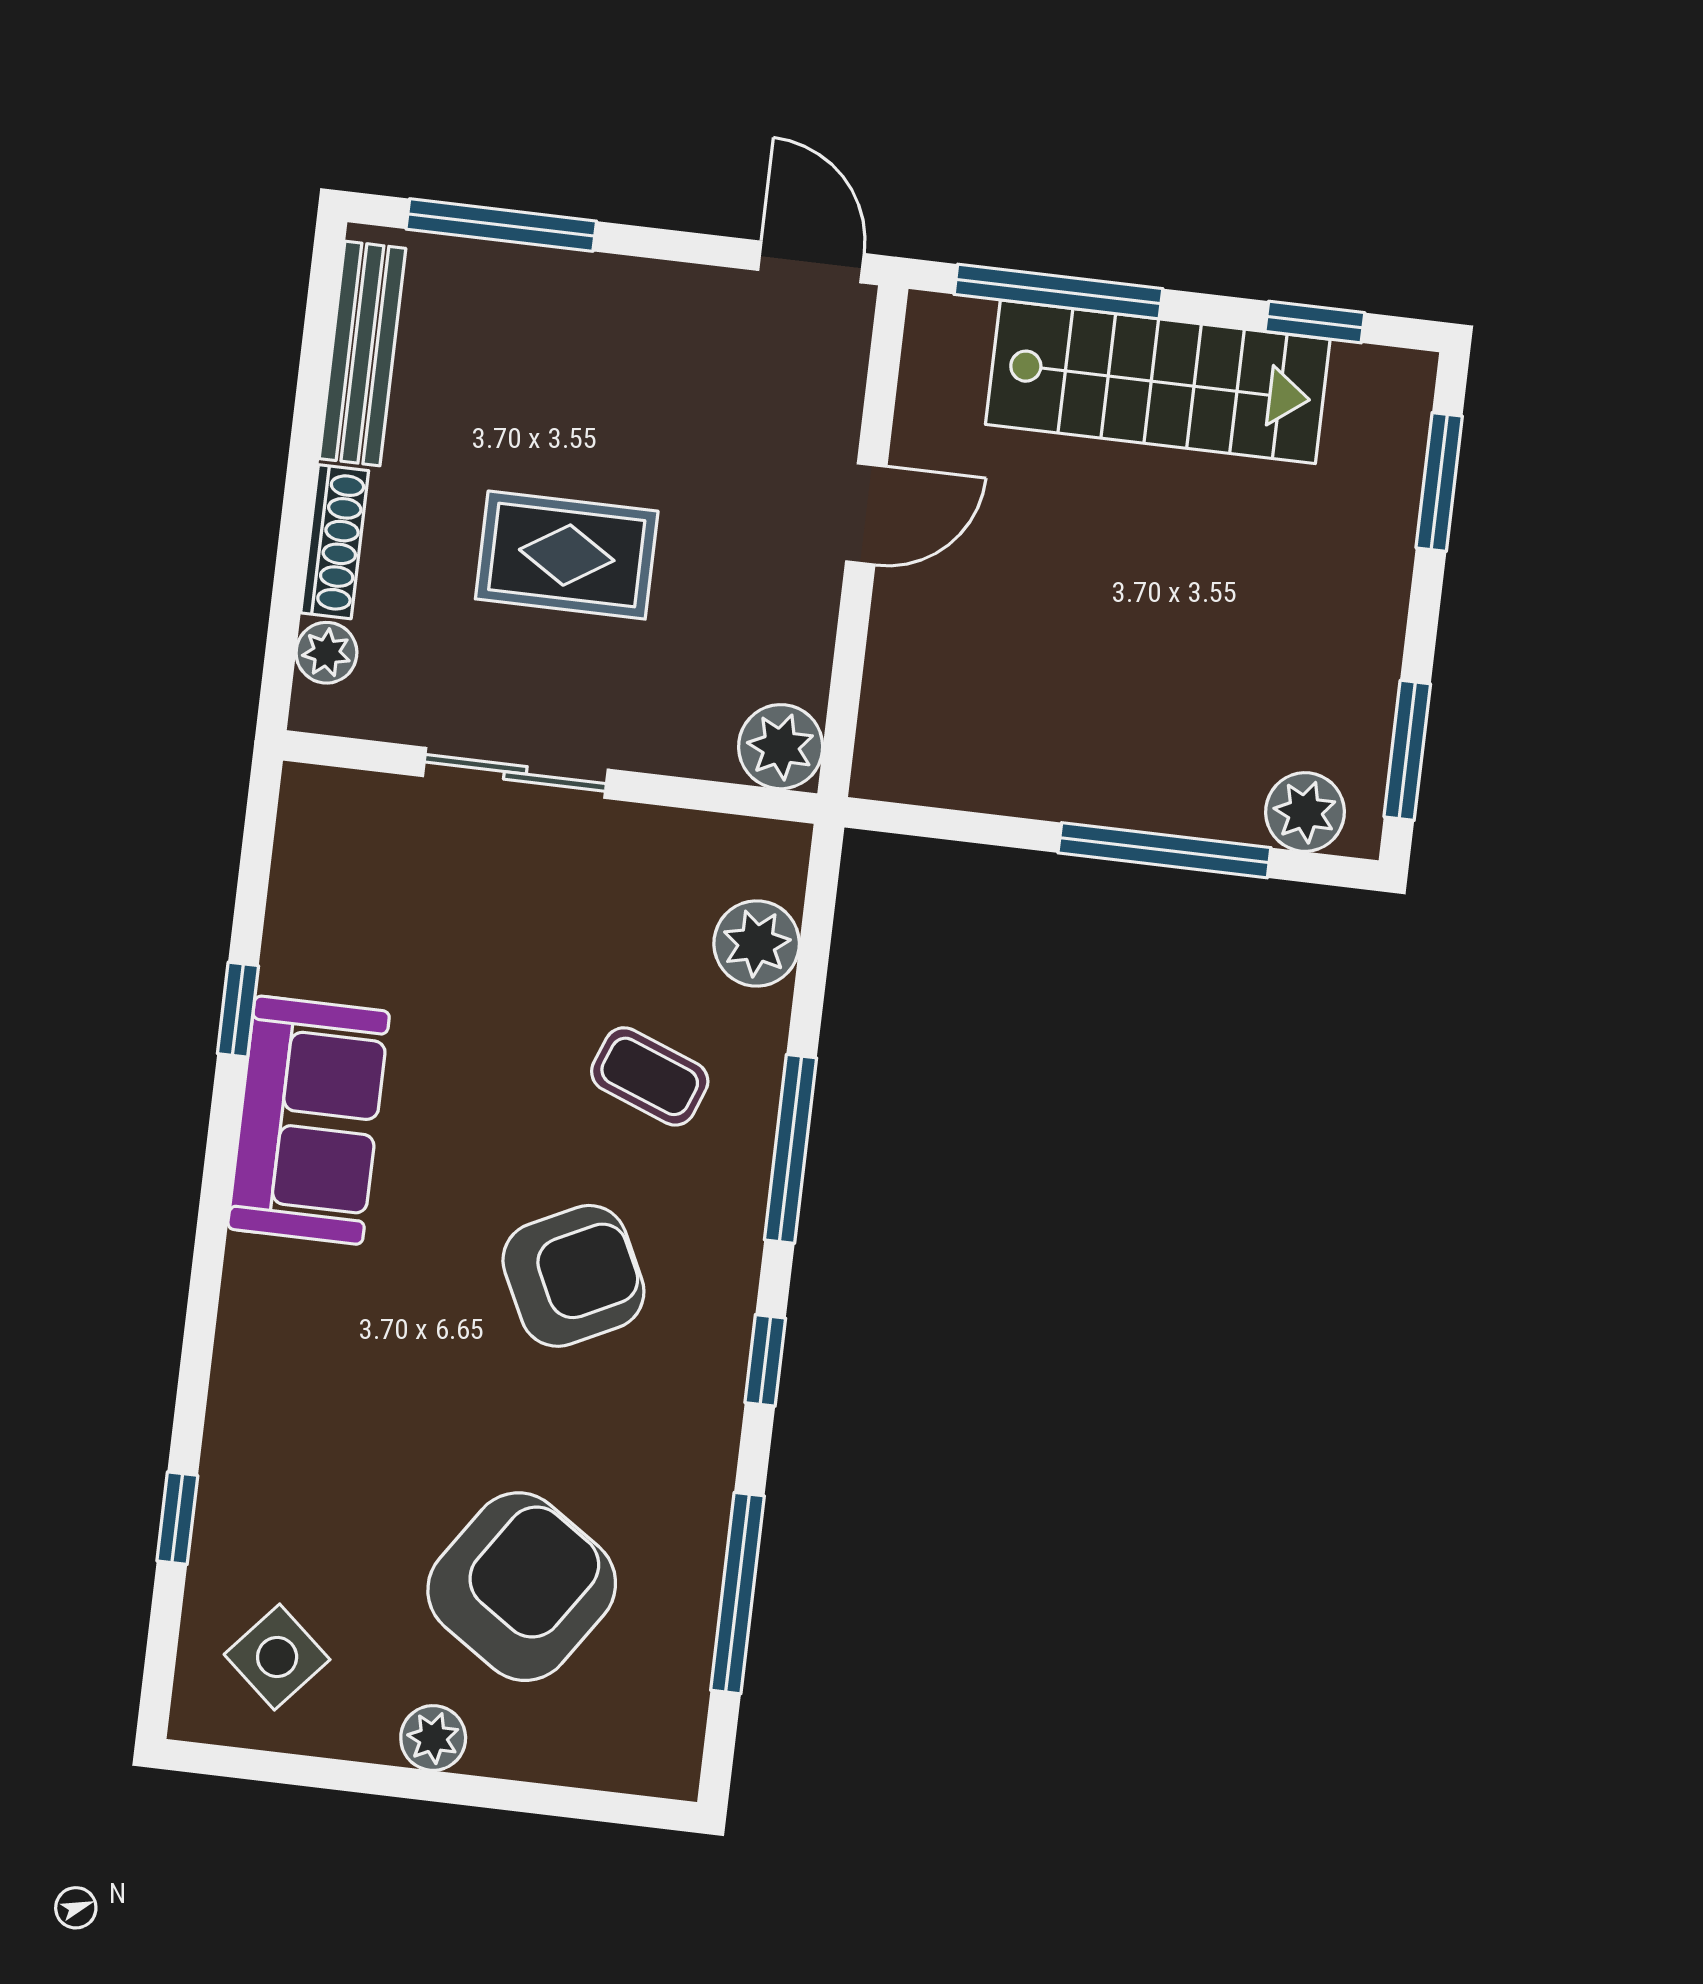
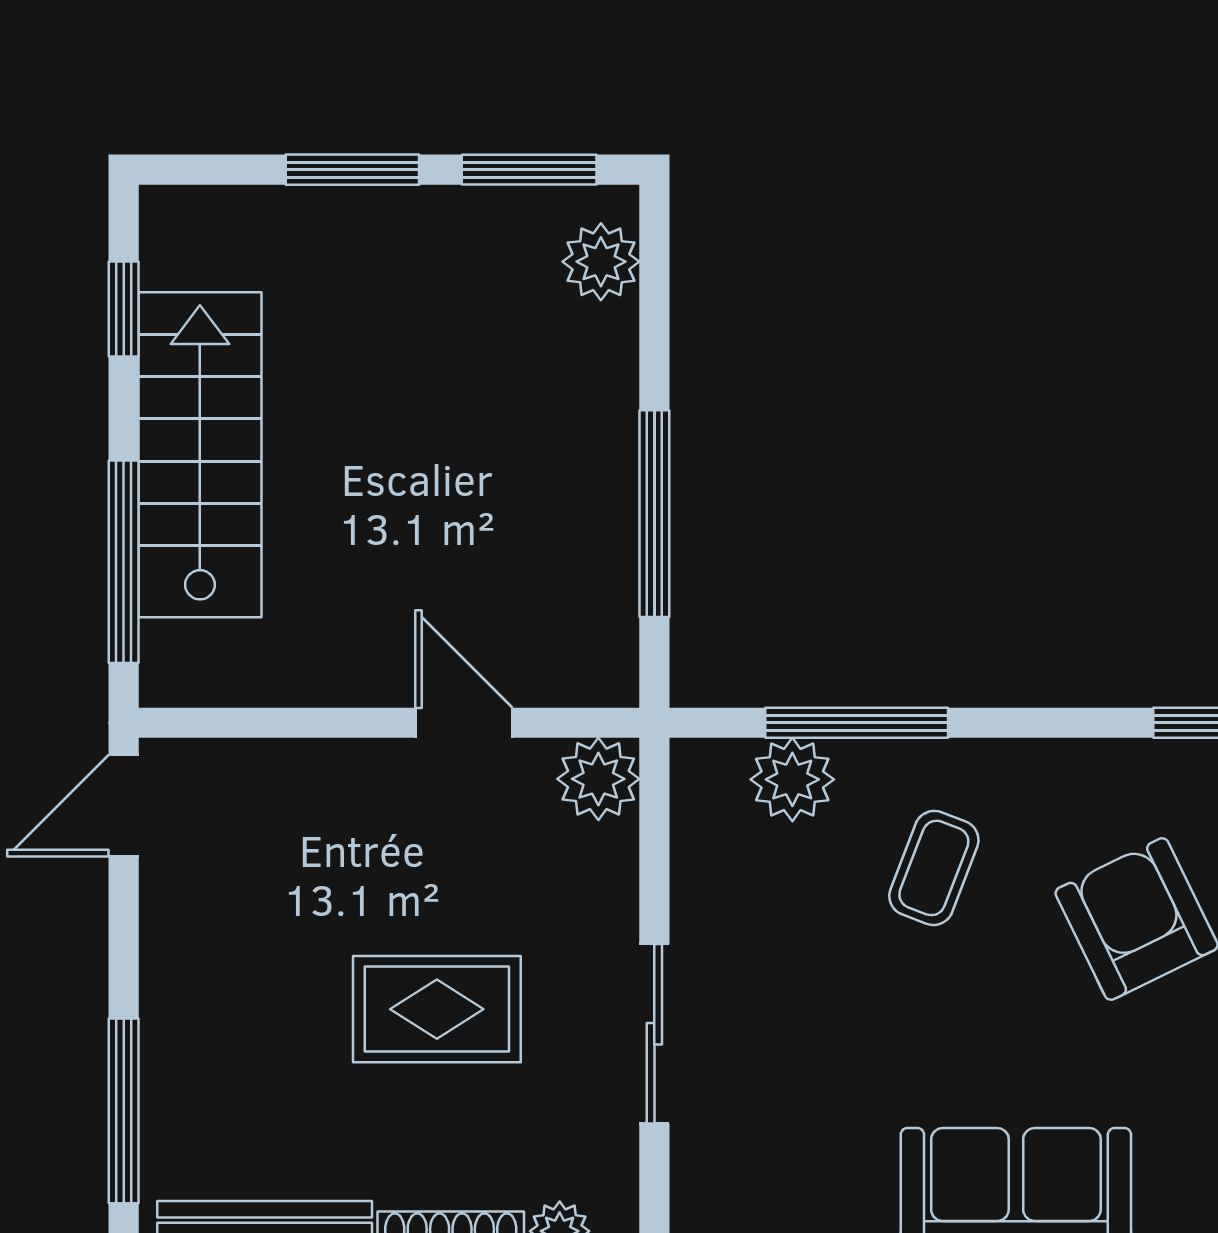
window: (1439, 482) -> (352, 170), moved
door: (866, 514) -> (464, 723), moved
rug: (567, 555) -> (437, 1009), turned 90
window: (1164, 850) -> (654, 514), moved
window: (790, 1149) -> (857, 723), moved

